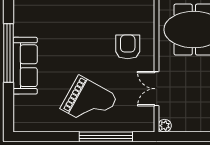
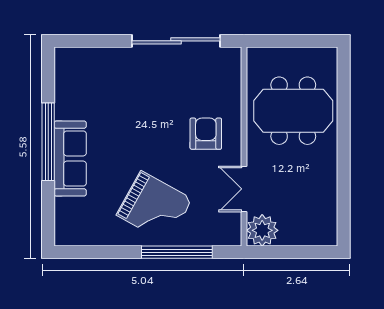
plant: (165, 126) -> (262, 230), width x1.88, depth x1.88

